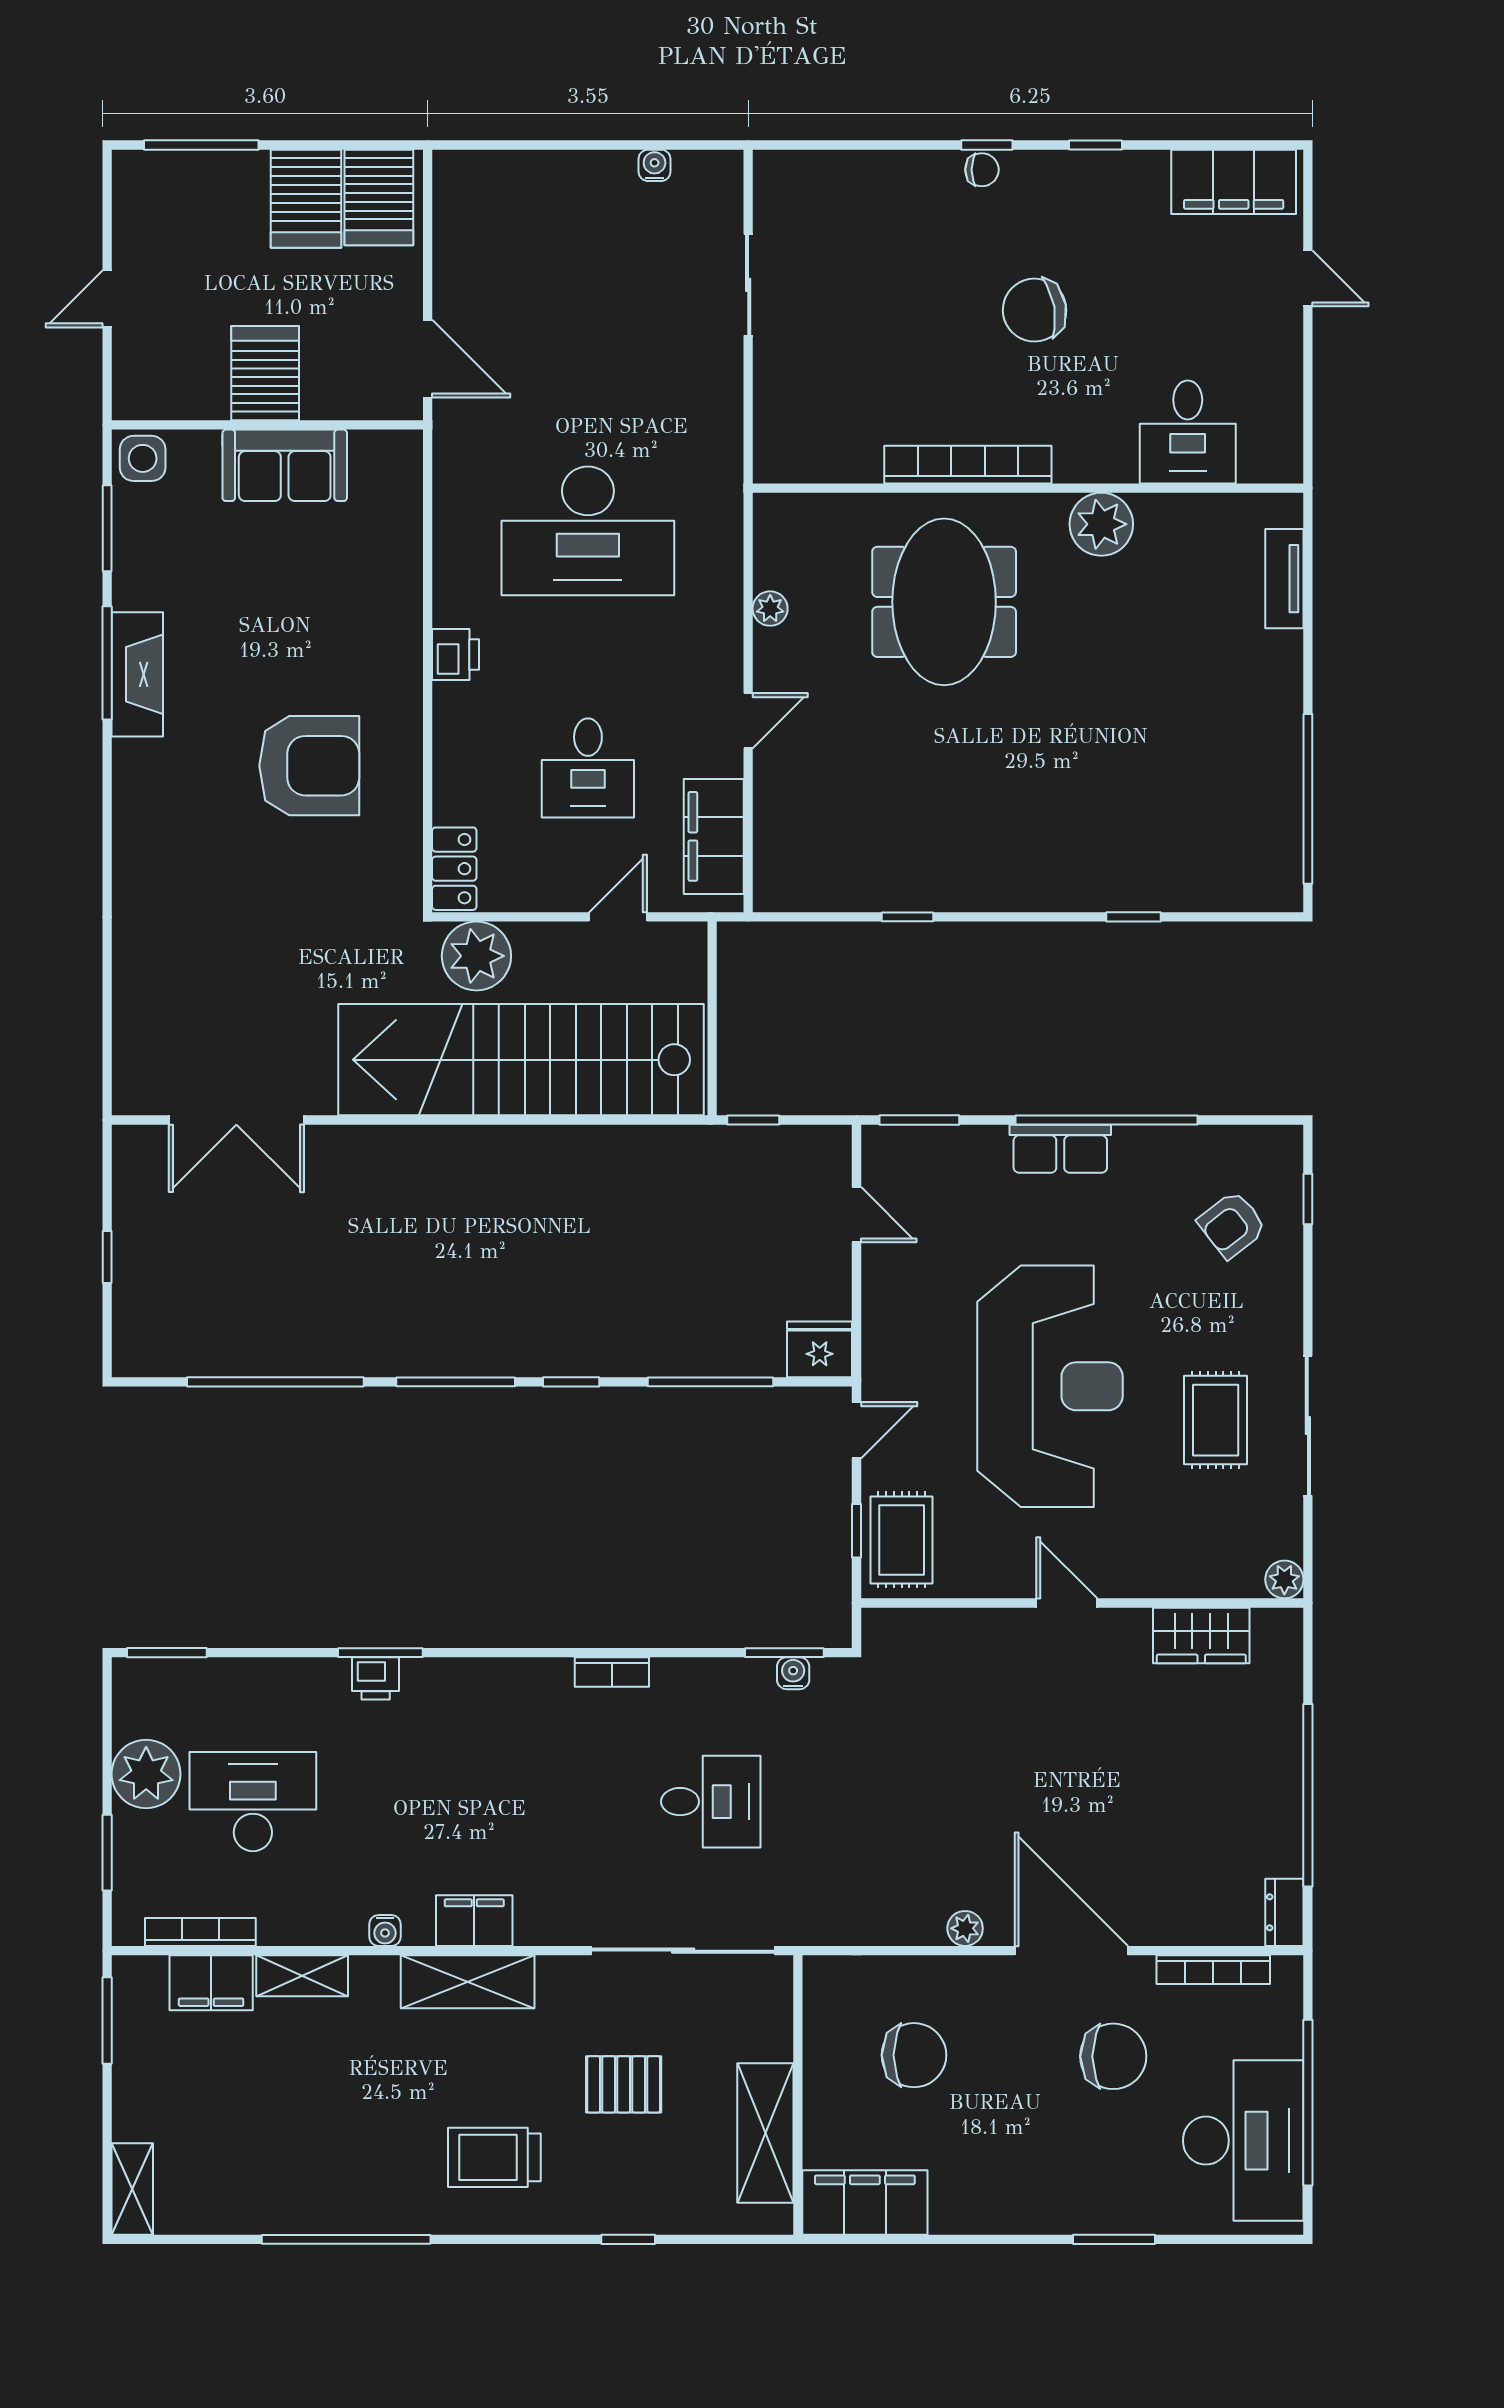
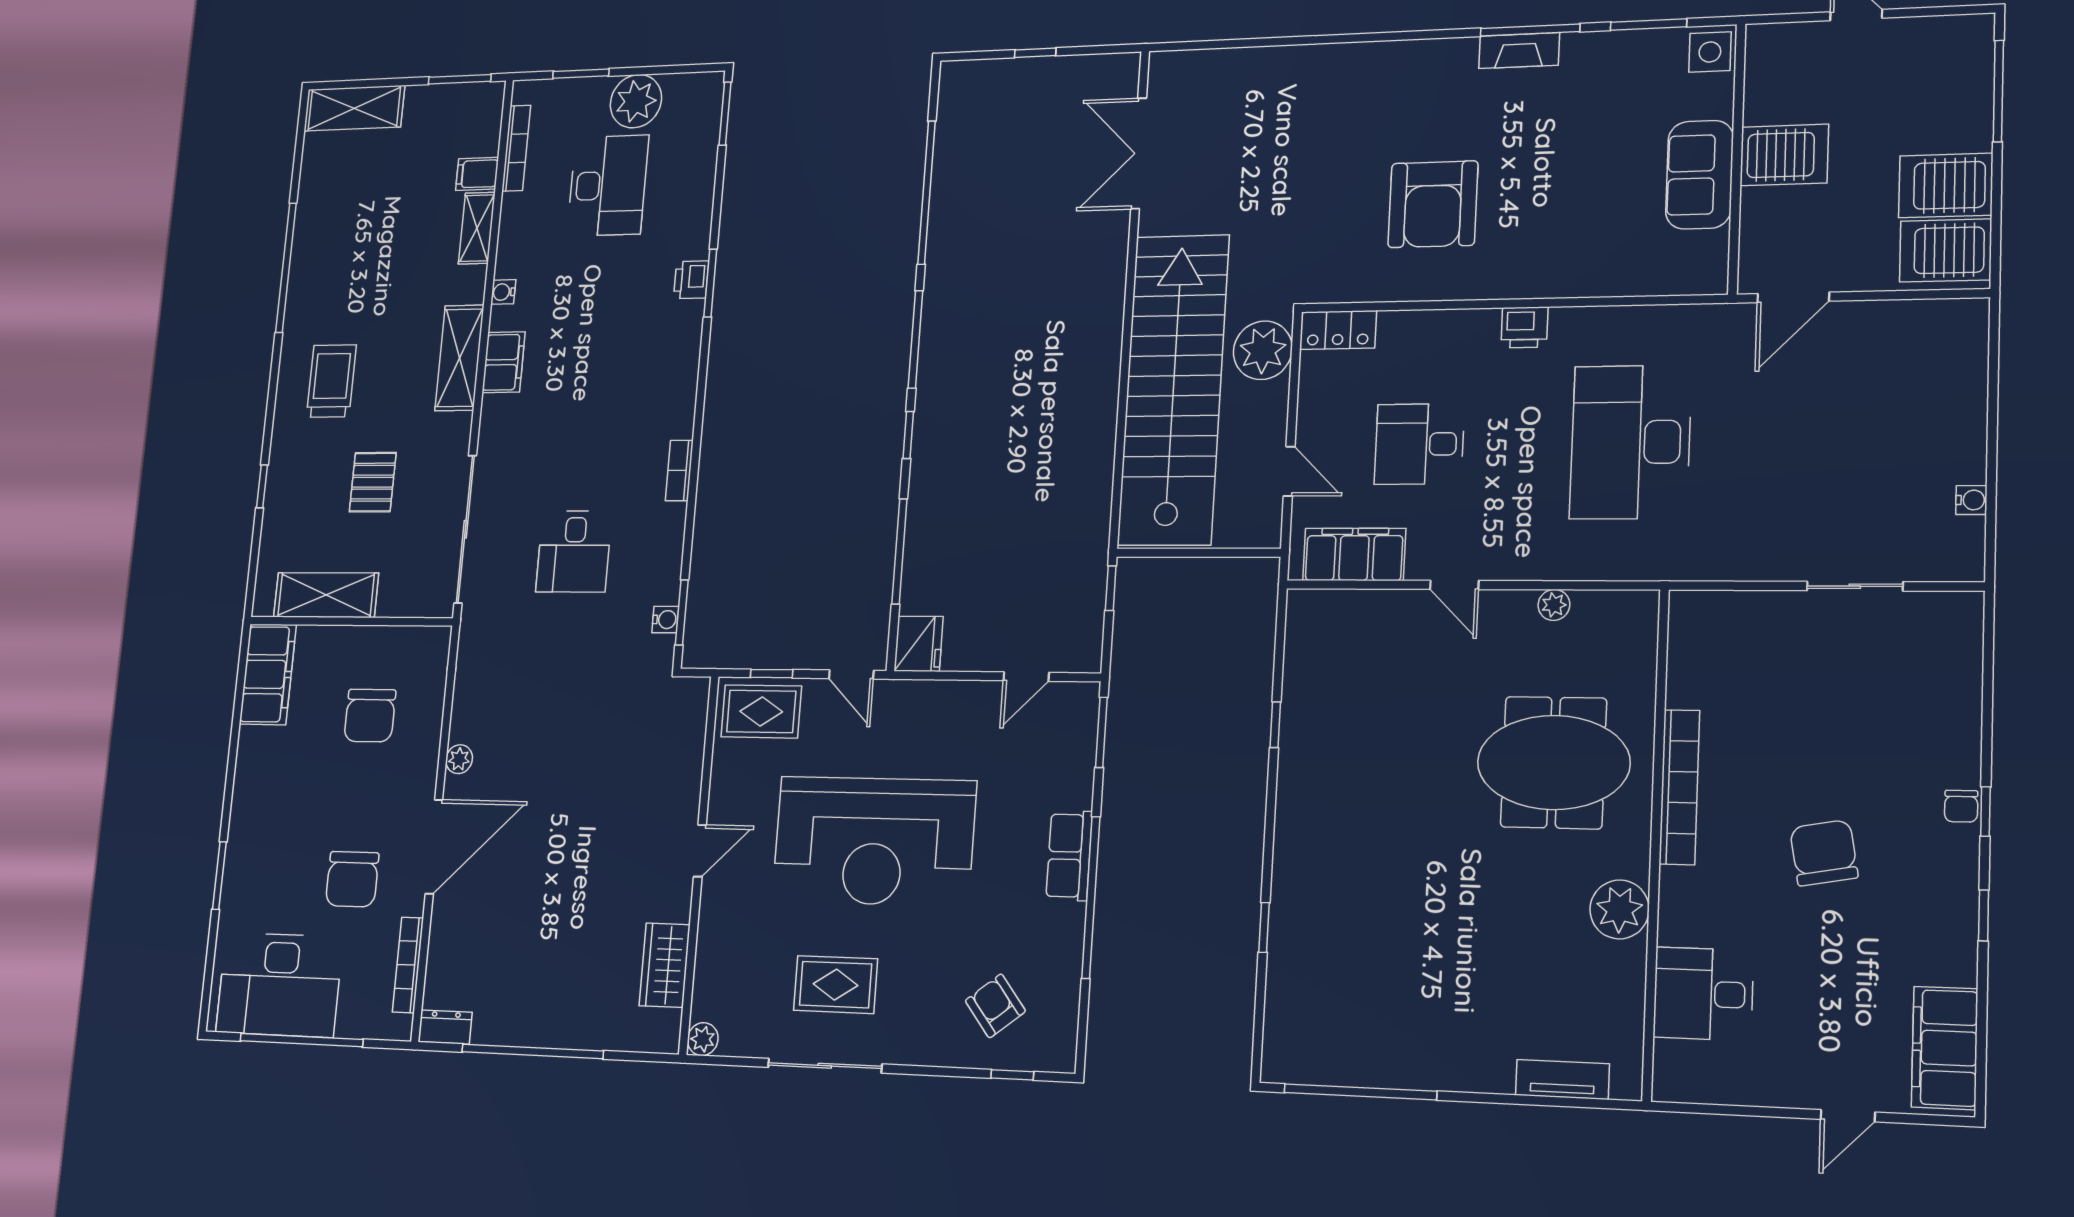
fireplace: (137, 674) -> (1519, 51), width x0.73, depth x0.76
filing cabinet: (211, 1983) -> (477, 174), width x0.50
shelving: (132, 2189) -> (354, 108), width x1.50, depth x1.33

